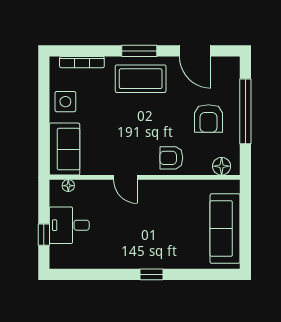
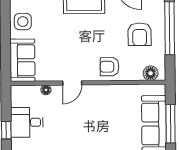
door: (125, 177) -> (72, 83), hinge flipped
floor lamp: (68, 186) -> (46, 90), moved
window: (245, 228) -> (170, 124), added

